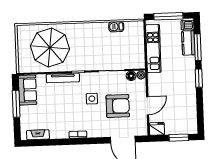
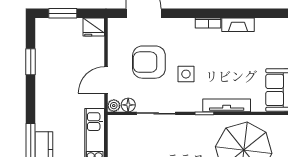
window: (199, 78) -> (31, 62), moved
door: (148, 106) -> (106, 80), moved
fireplace: (38, 135) -> (238, 25), moved

